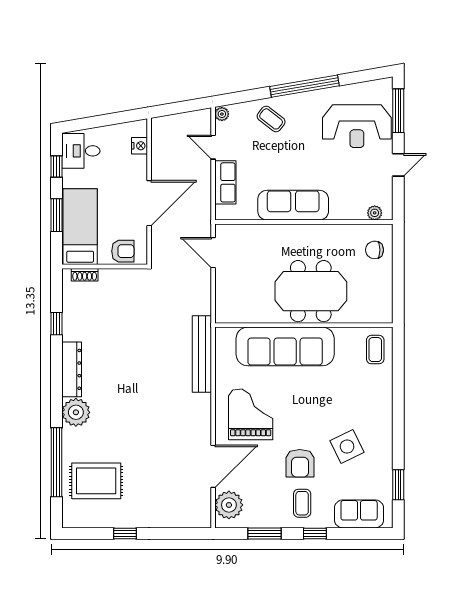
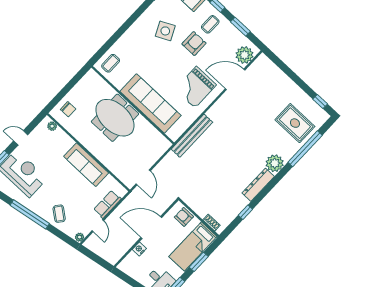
nightstand: (140, 146) -> (139, 249), moved
window: (125, 533) -> (320, 101), moved

